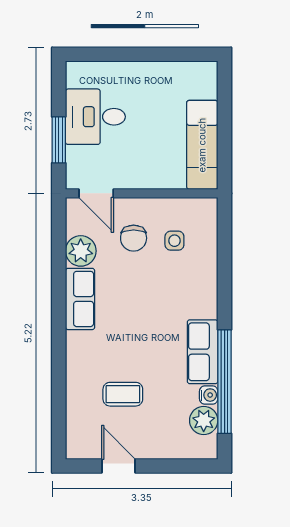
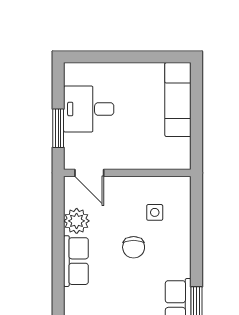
exam couch: (202, 145) -> (178, 100), moved
chair: (134, 238) -> (134, 247), moved

